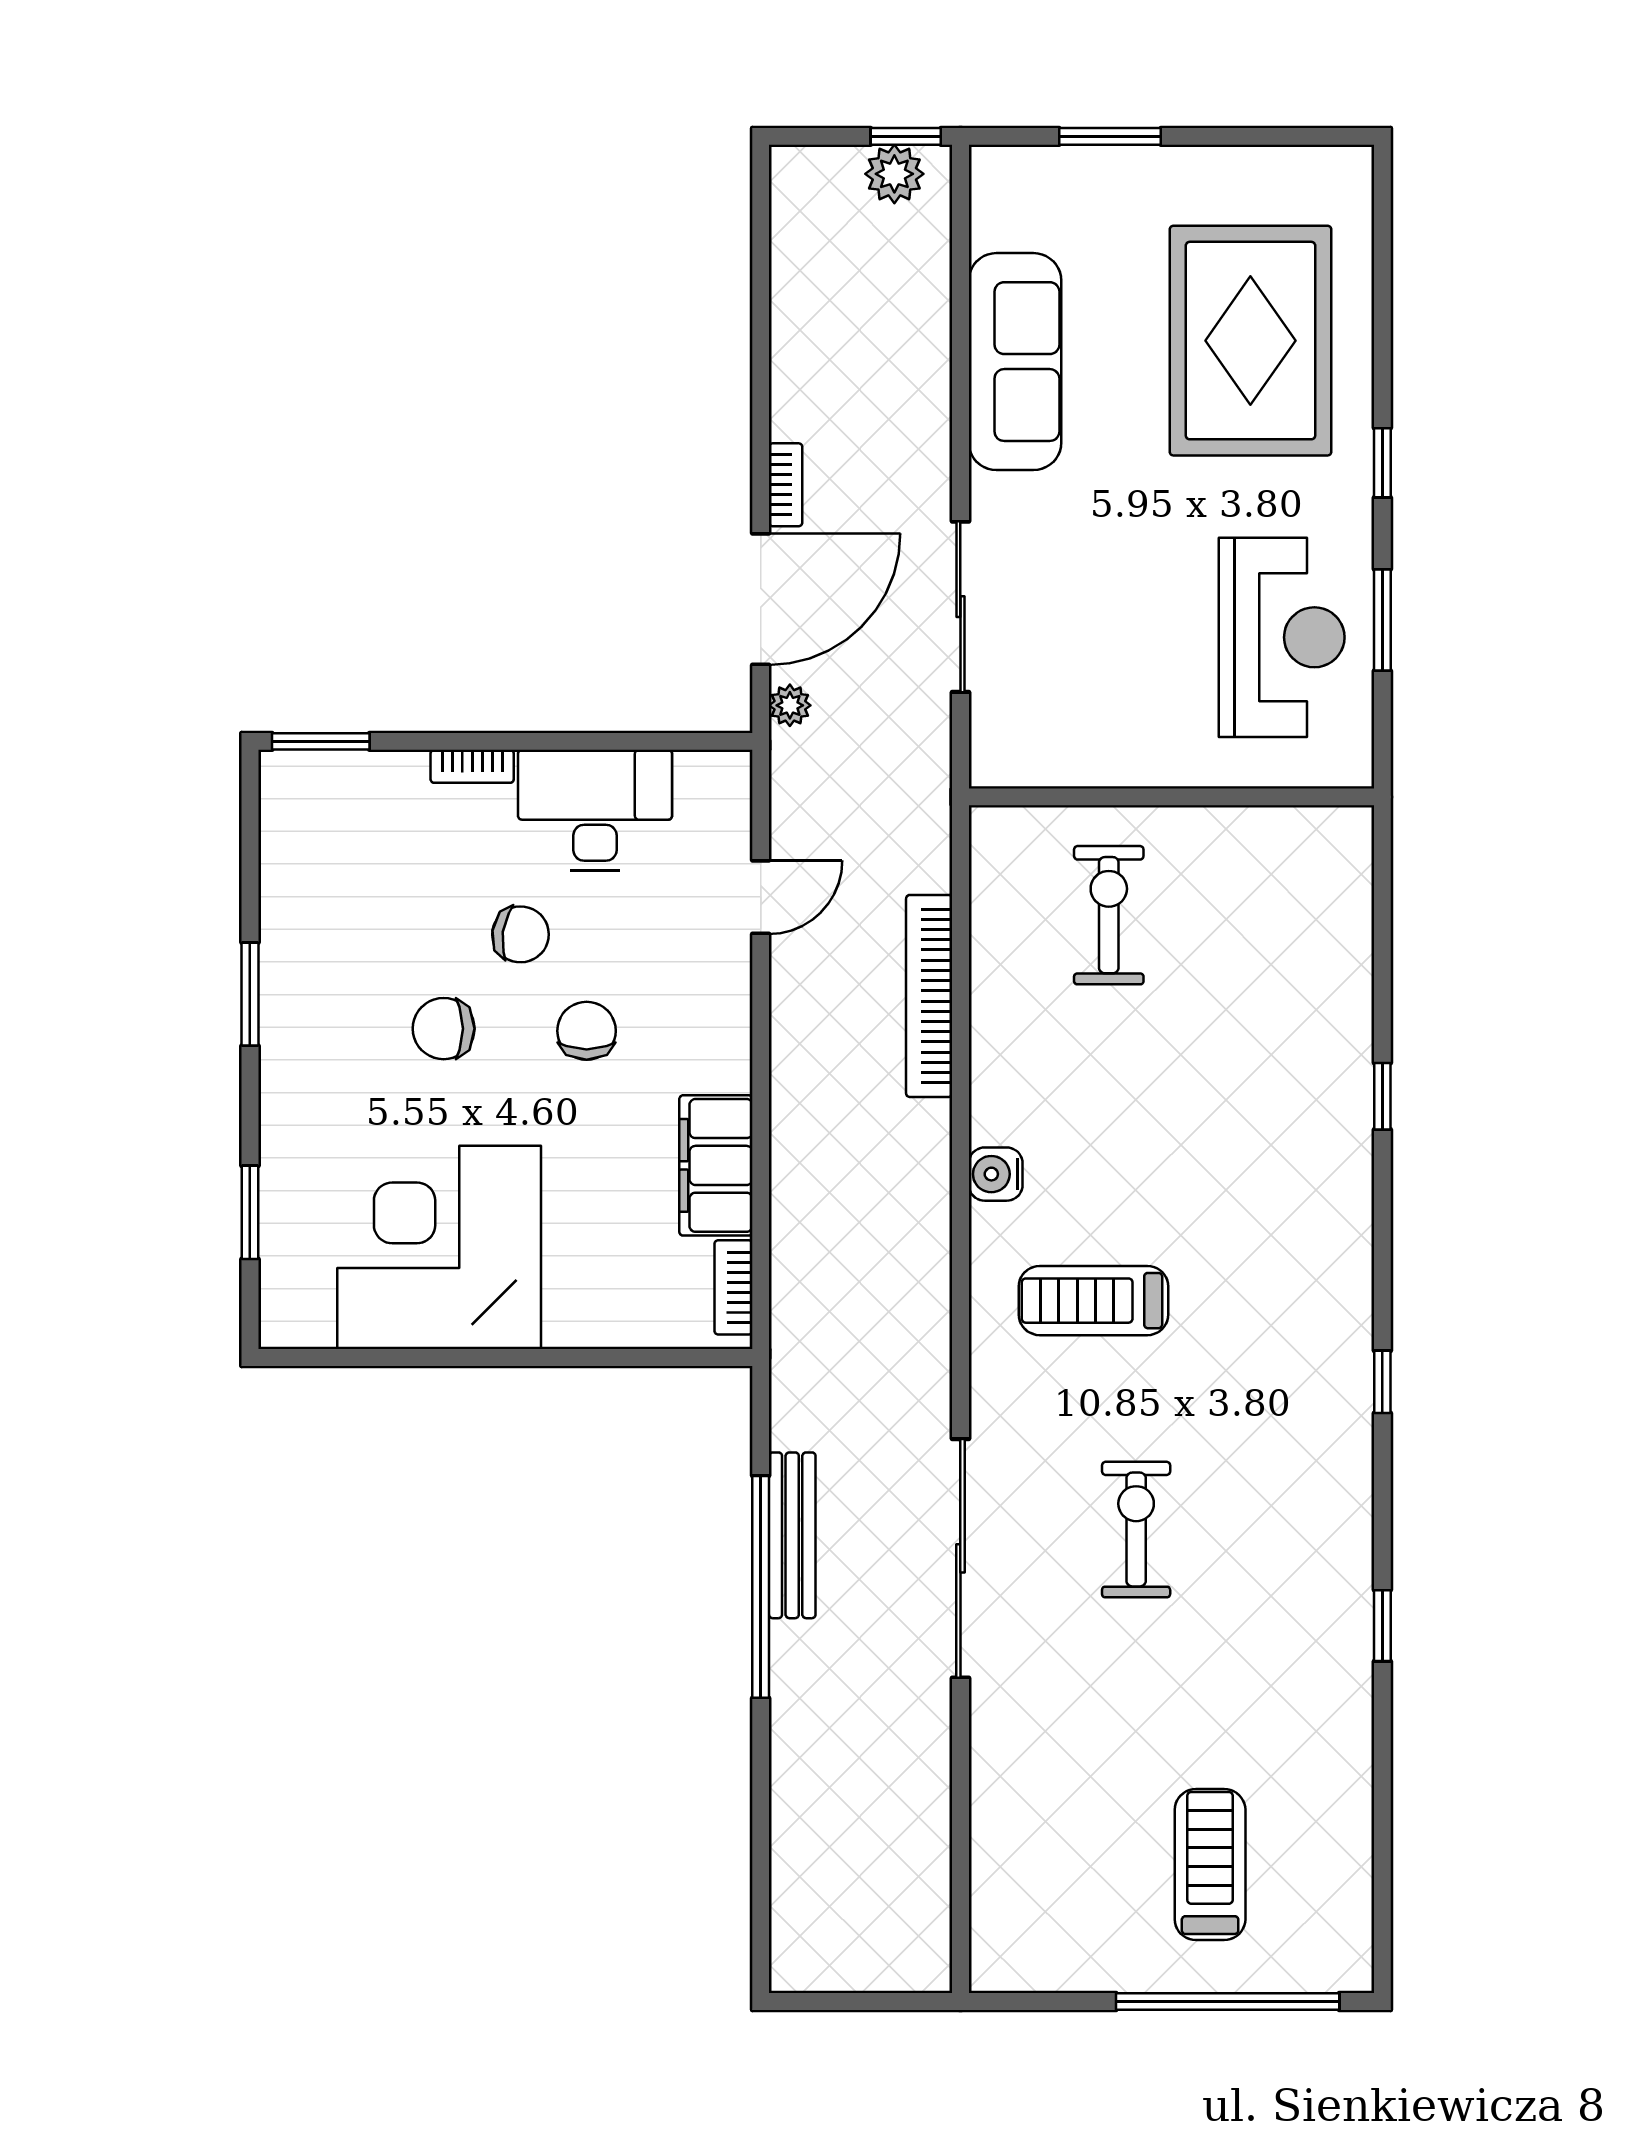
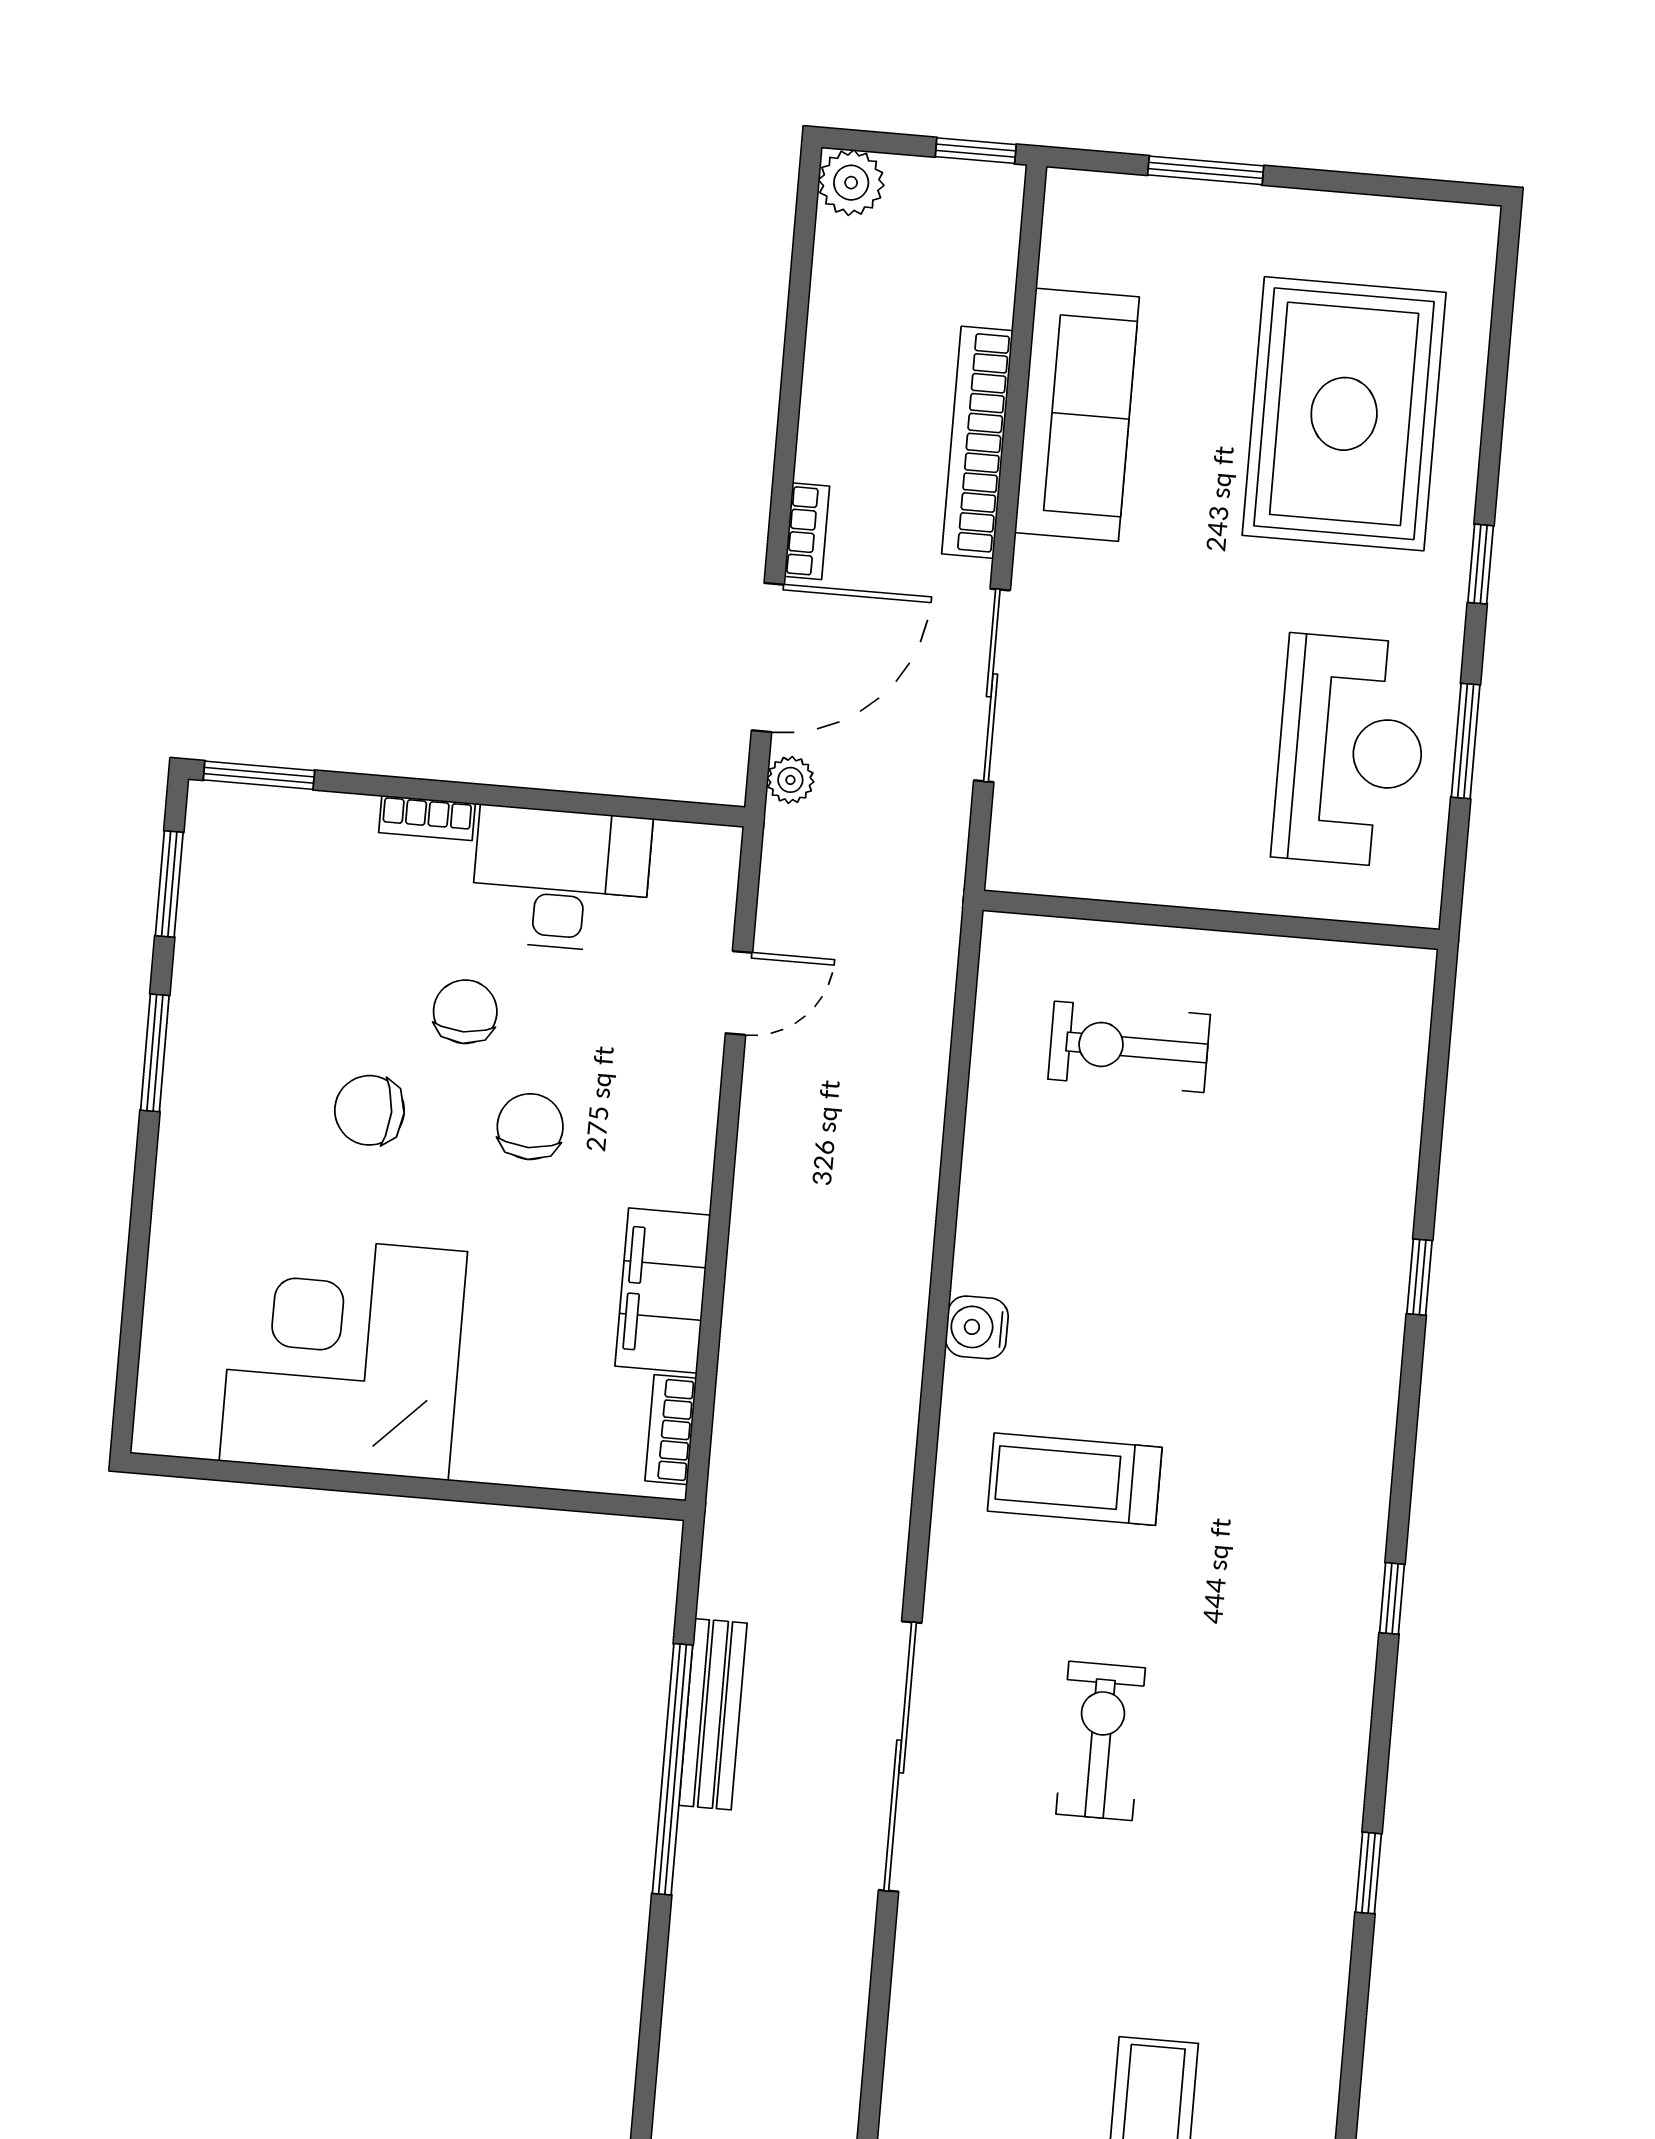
plant: (894, 174) -> (851, 183), moved
exercise bike: (1109, 915) -> (1129, 1047), turned -90
chair: (521, 934) -> (465, 1012), turned -98
bookcase: (929, 996) -> (977, 442), moved
window: (250, 1212) -> (169, 884), moved

